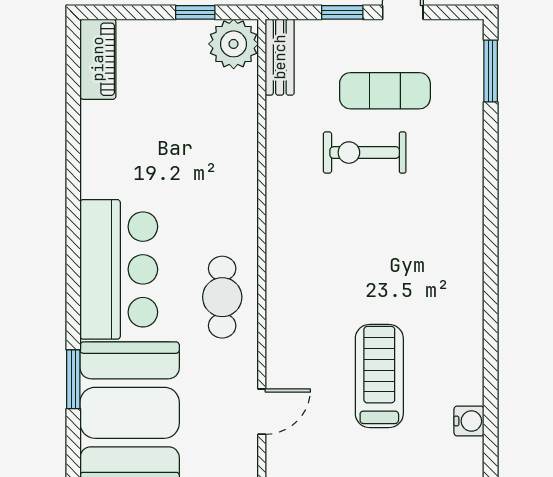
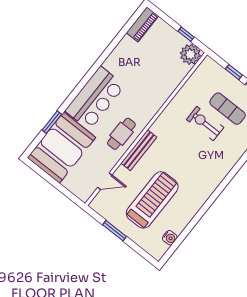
bench: (280, 57) -> (139, 150), moved, width x1.36
treadmill: (379, 376) -> (152, 200), width x1.37, depth x1.38

